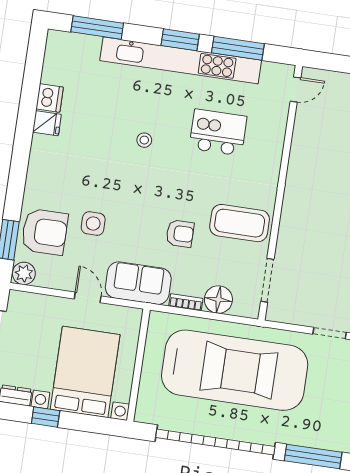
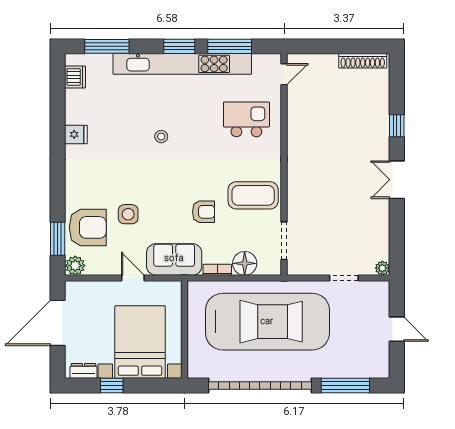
dishwasher: (50, 98) -> (75, 77), moved
kitchen island: (218, 132) -> (246, 119), moved

